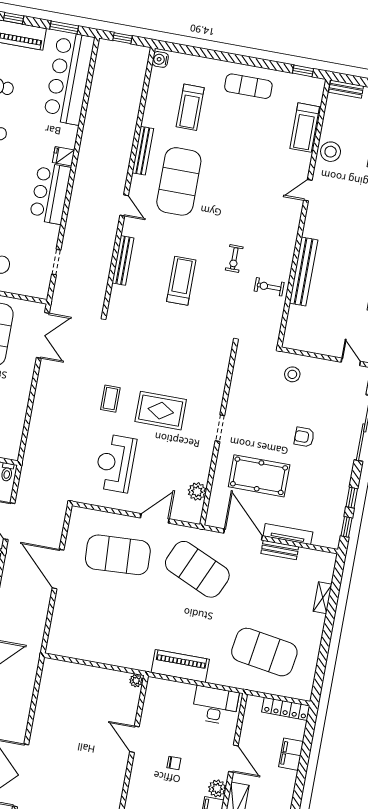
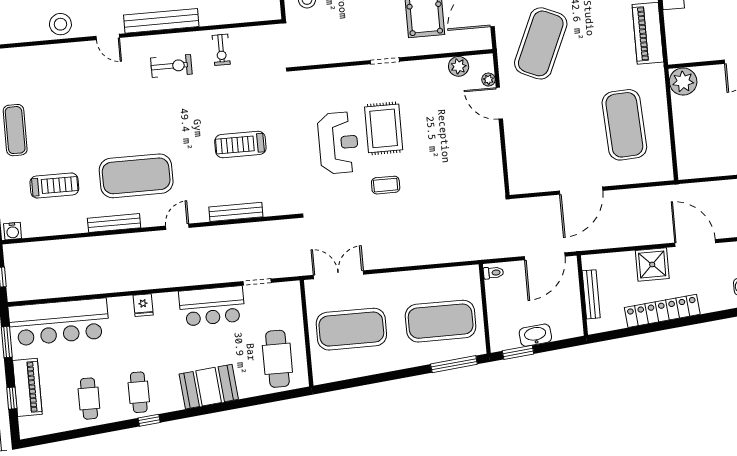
treadmill: (305, 128) -> (42, 59), removed
bar counter: (50, 193) -> (212, 306), moved
exercise bike: (234, 259) -> (171, 66), moved, width x1.38, depth x1.39
bench: (304, 271) -> (161, 21), moved
reception desk: (115, 463) -> (338, 143), moved, turned -90
plant: (178, 515) -> (488, 80), added
exercise mat: (118, 555) -> (624, 125), moved
plant: (136, 681) -> (683, 82), width x1.87, depth x1.87

